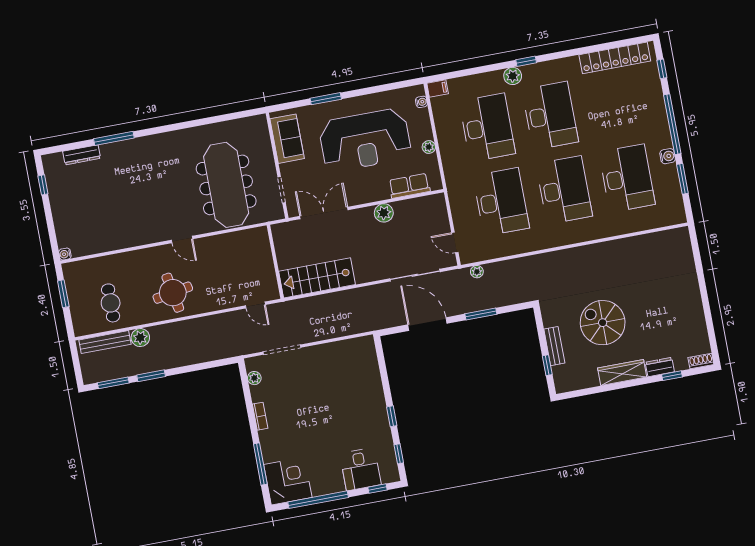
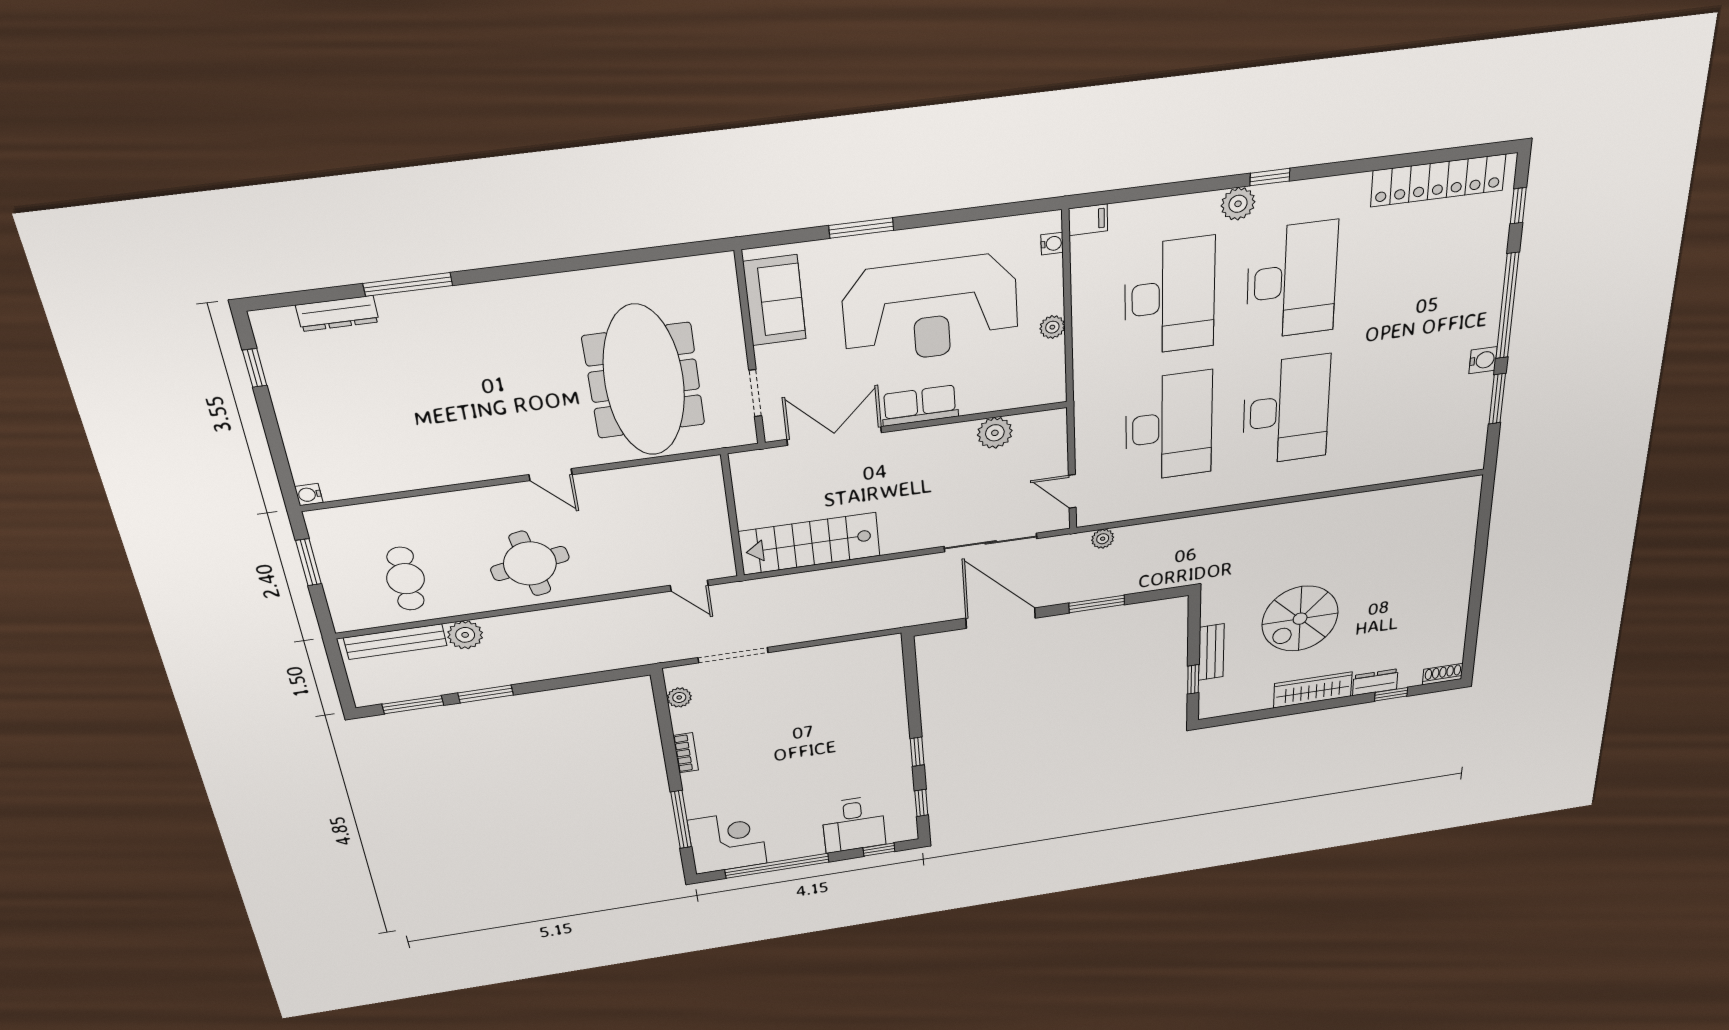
desk: (627, 178) -> (1402, 395), removed
row of seats: (409, 186) -> (920, 406), moved
plant: (384, 213) -> (995, 433), moved
spiral stairs: (603, 323) -> (1300, 619), turned -90

